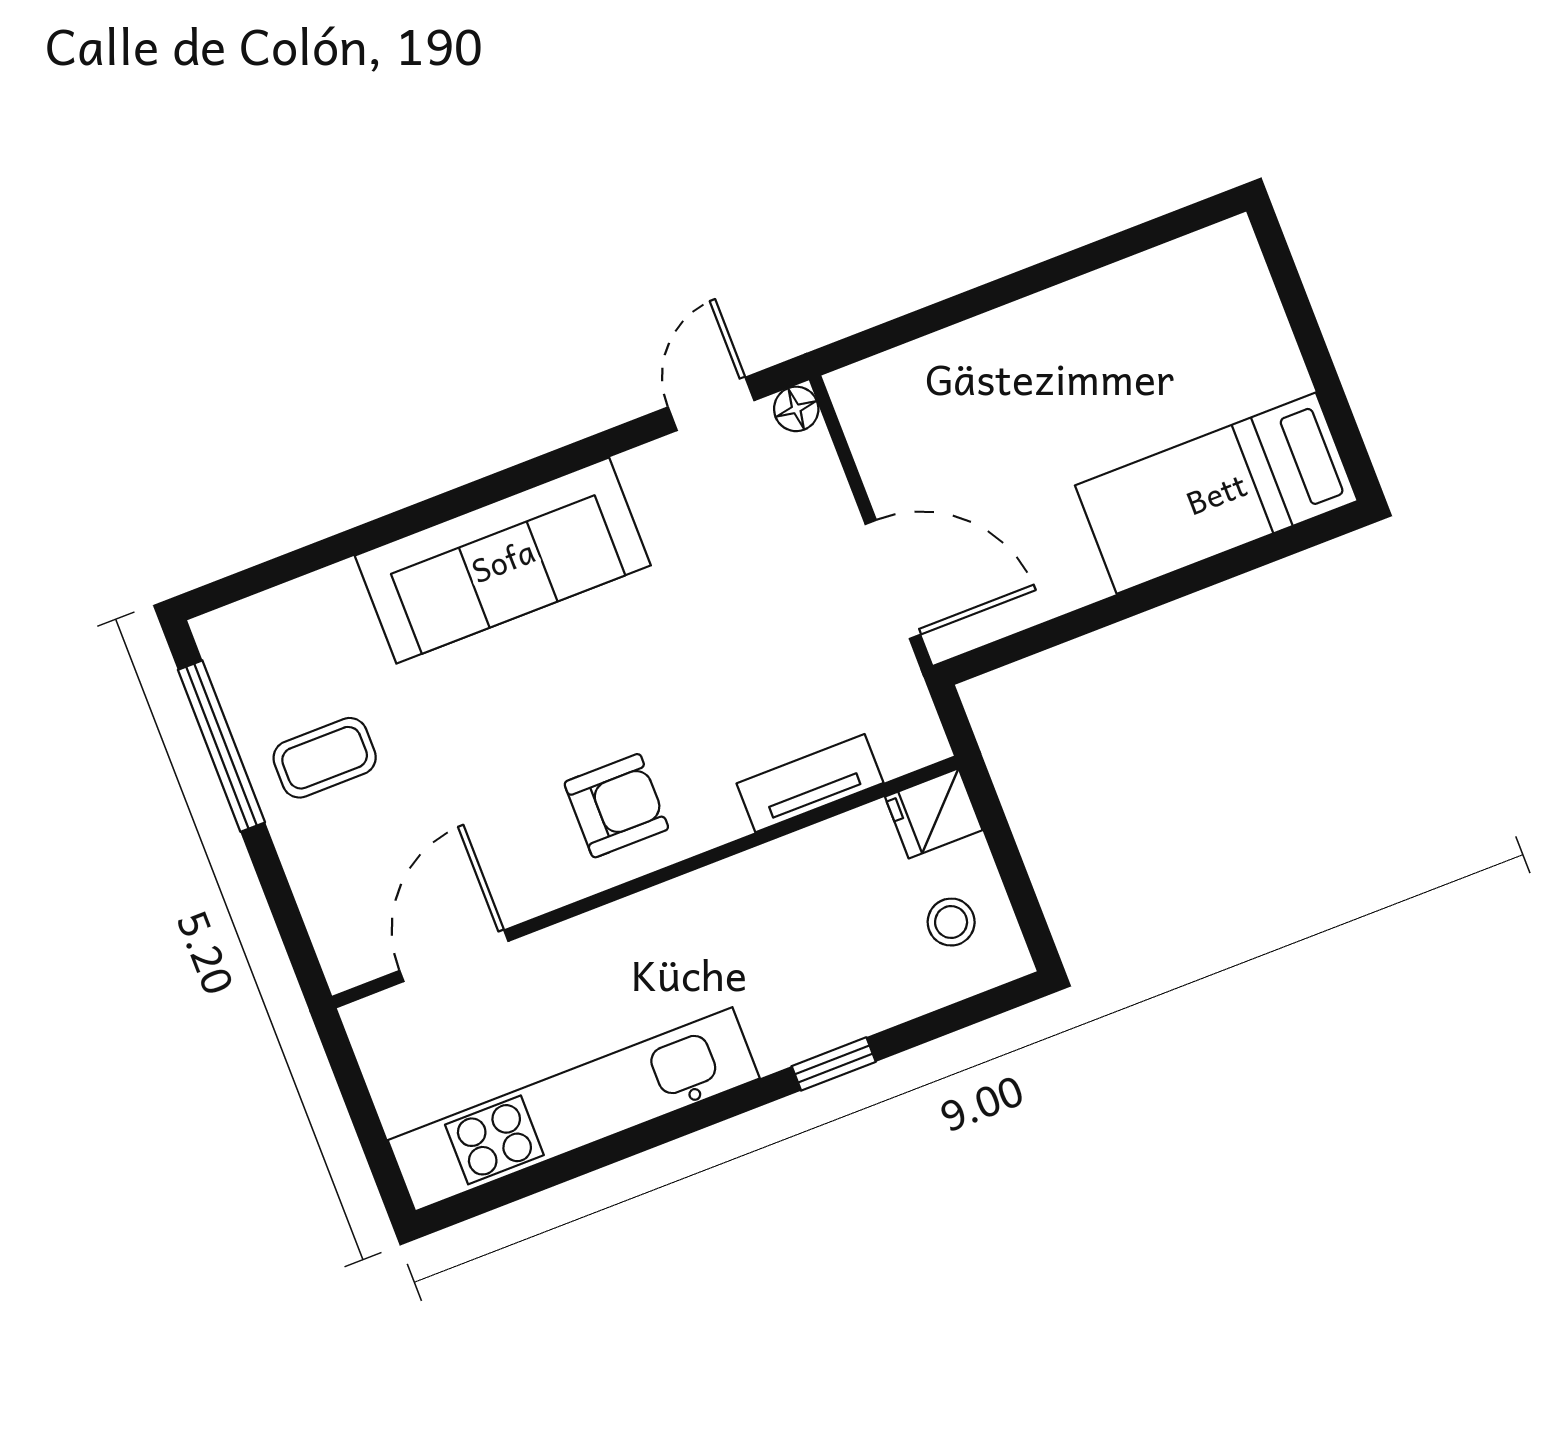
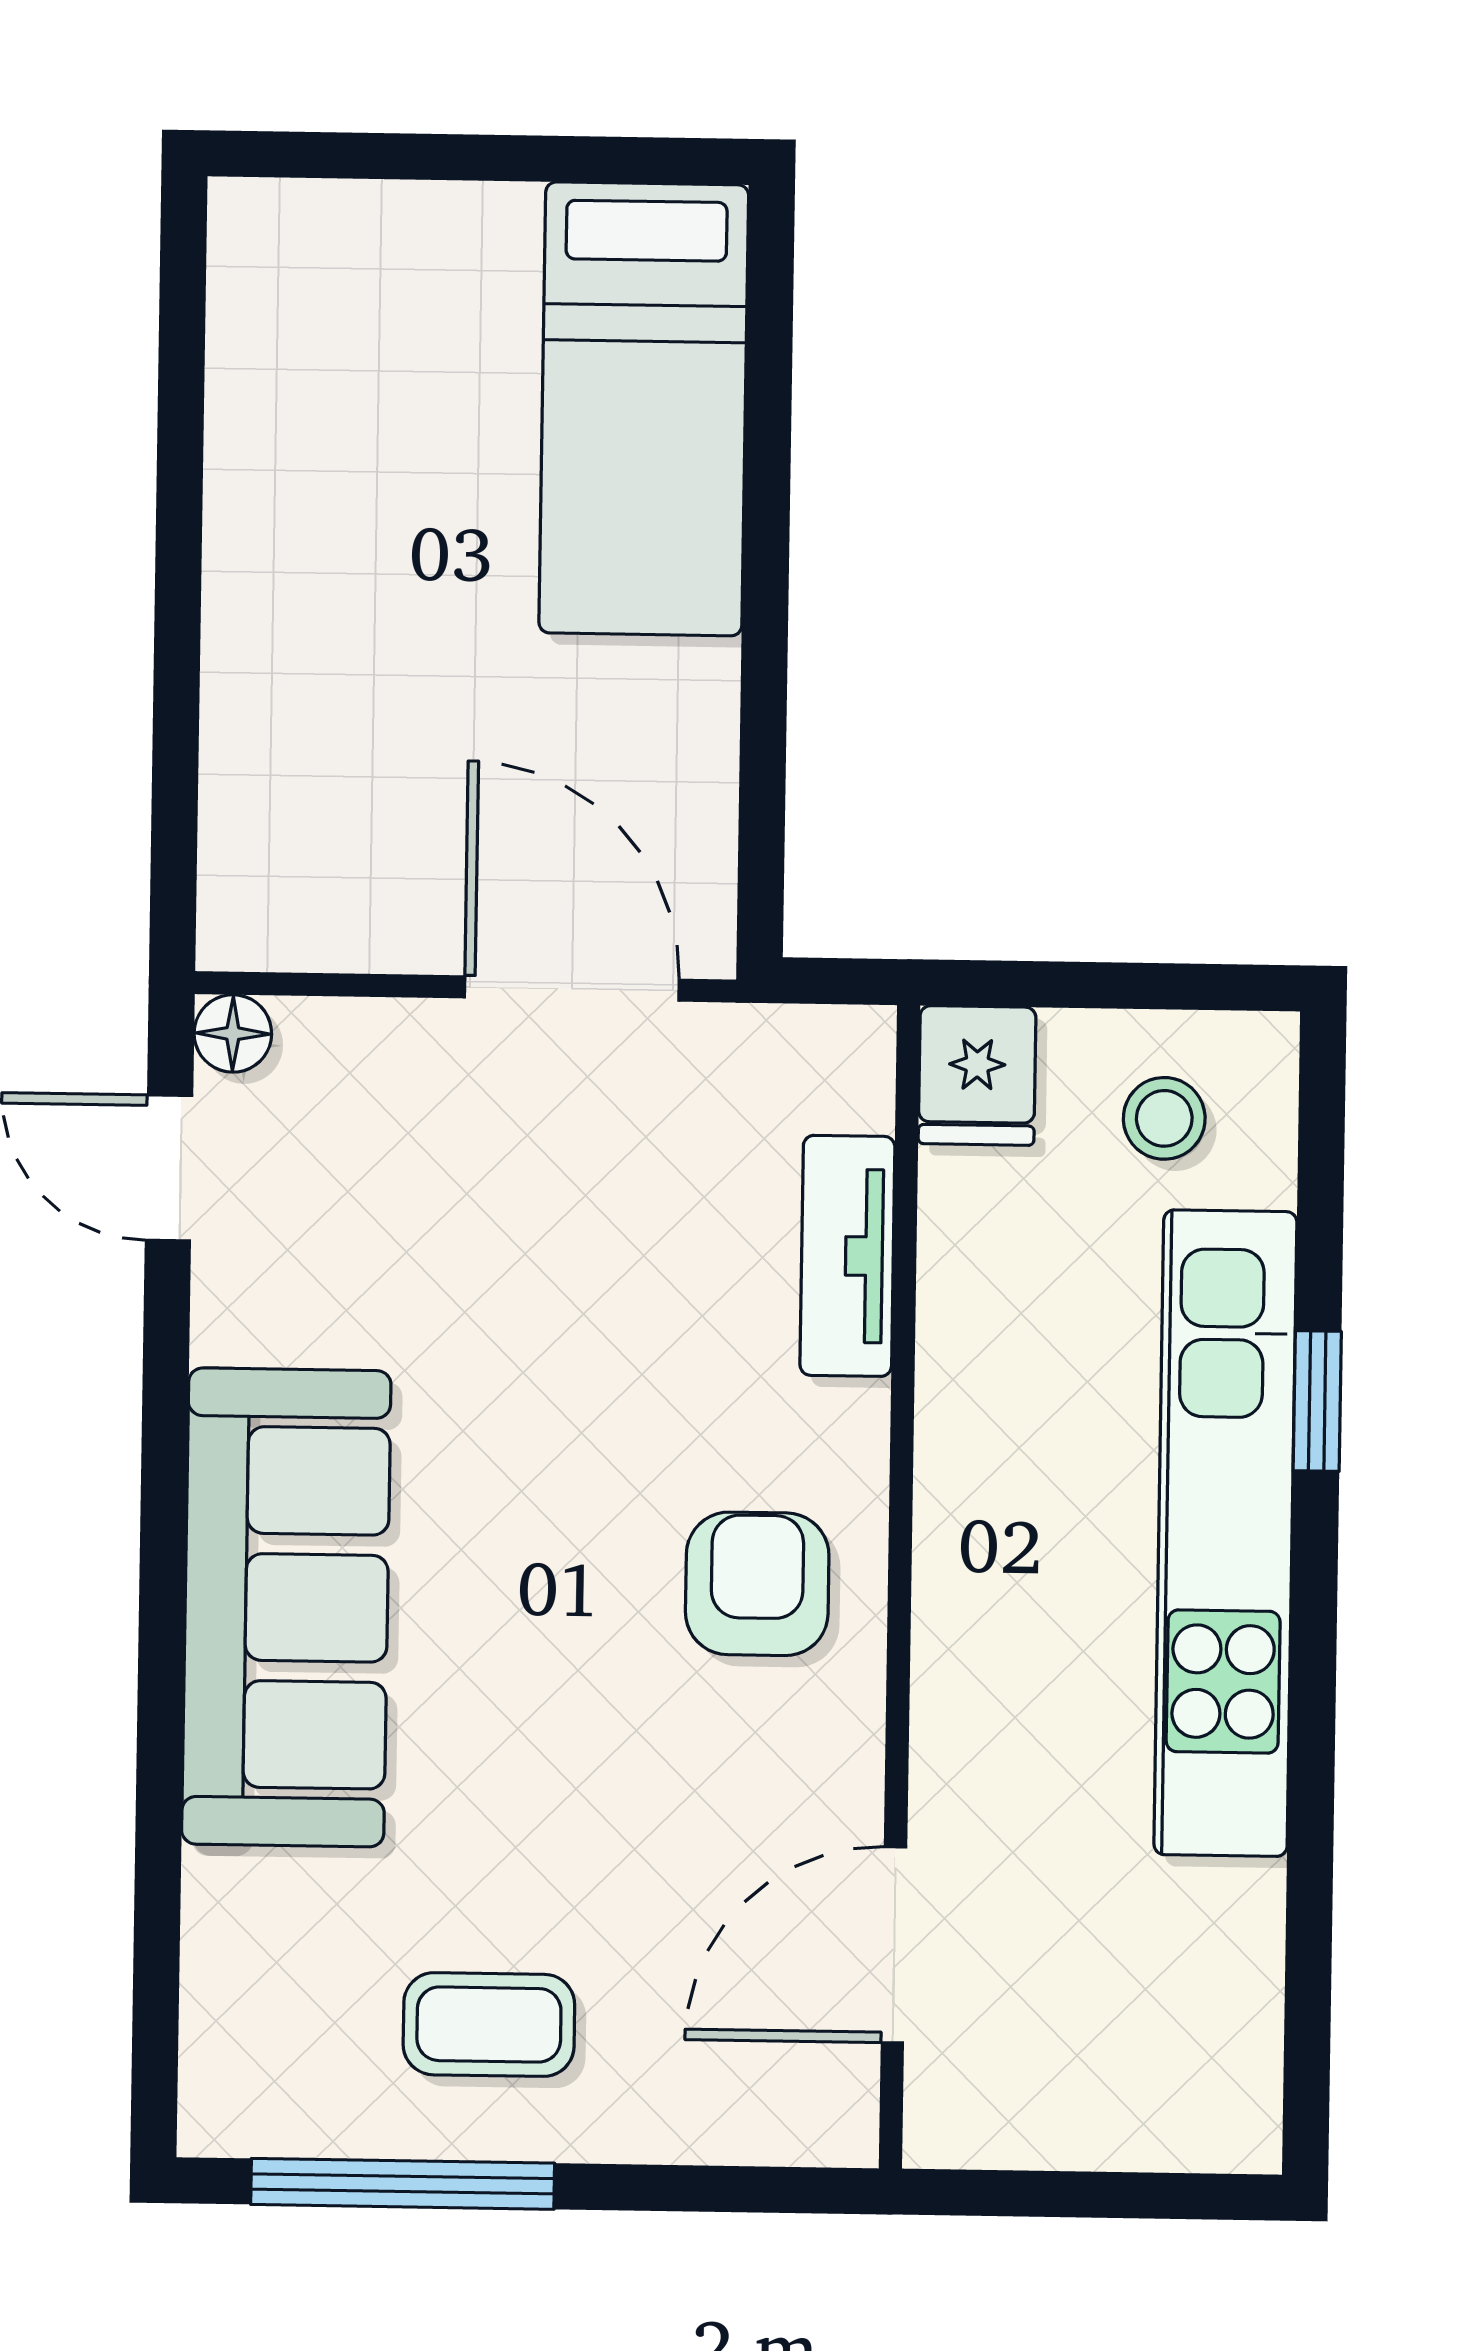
door: (893, 579) -> (572, 988), hinge flipped
coffee table: (325, 758) -> (489, 2025), turned 90
door: (454, 956) -> (894, 1945), hinge flipped
kitchen unit: (574, 1109) -> (1225, 1533), moved

